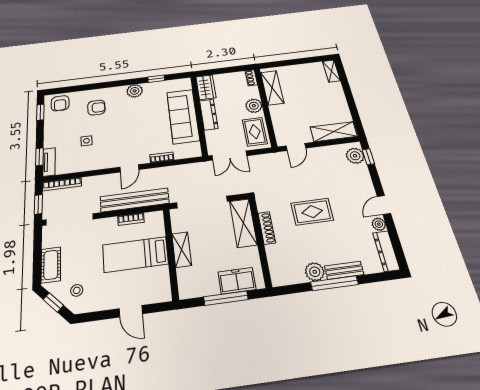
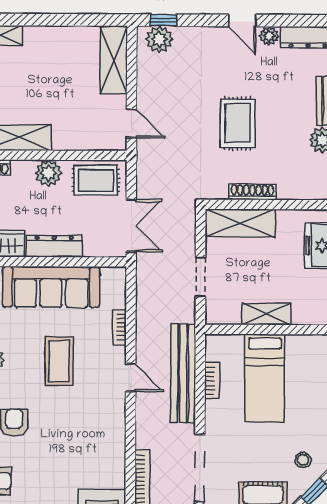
coffee table: (137, 126) -> (59, 361), added
side table: (86, 141) -> (73, 440), removed
doorway: (202, 202) -> (200, 277), width x0.53

